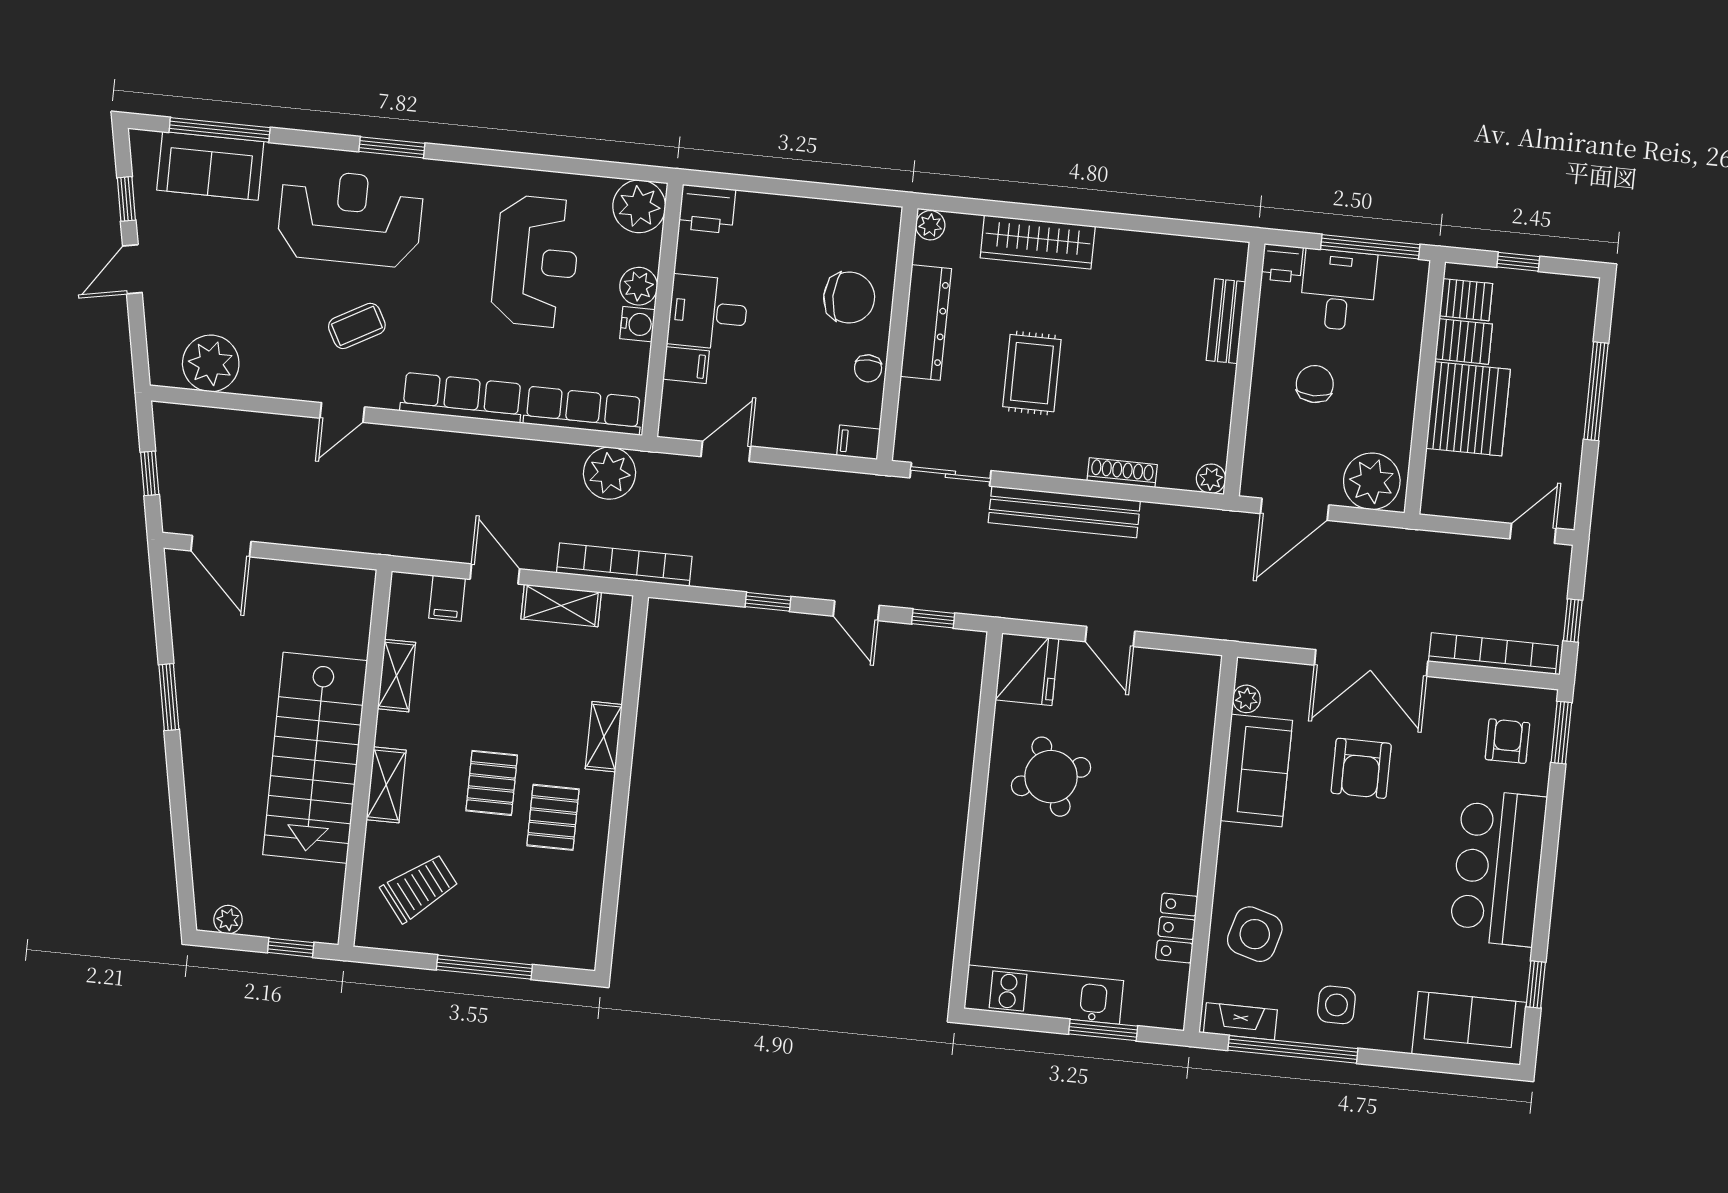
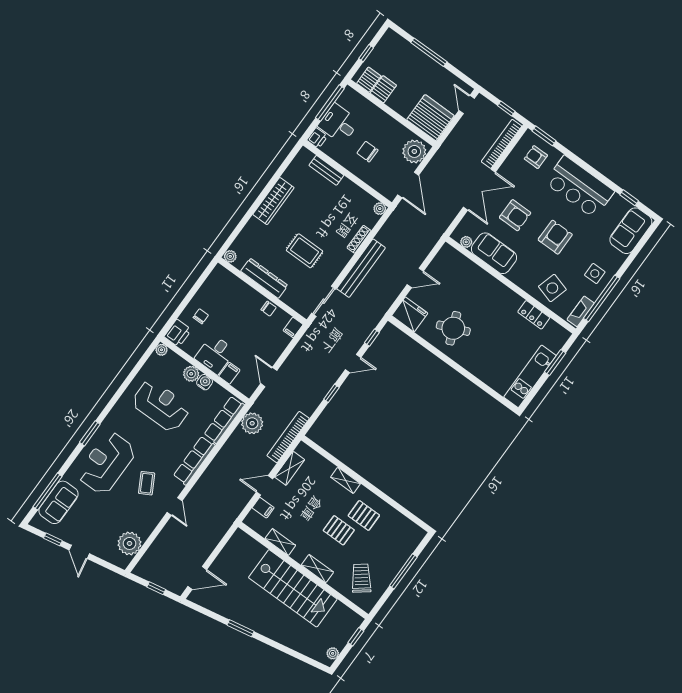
plant: (639, 206) -> (161, 350), width x0.53, depth x0.53
wardrobe: (1038, 242) -> (273, 201), moved
chair: (849, 298) -> (201, 316), moved, width x0.54, depth x0.54
server rack: (1468, 409) -> (430, 118), moved
armchair: (1364, 878) -> (555, 237), added

